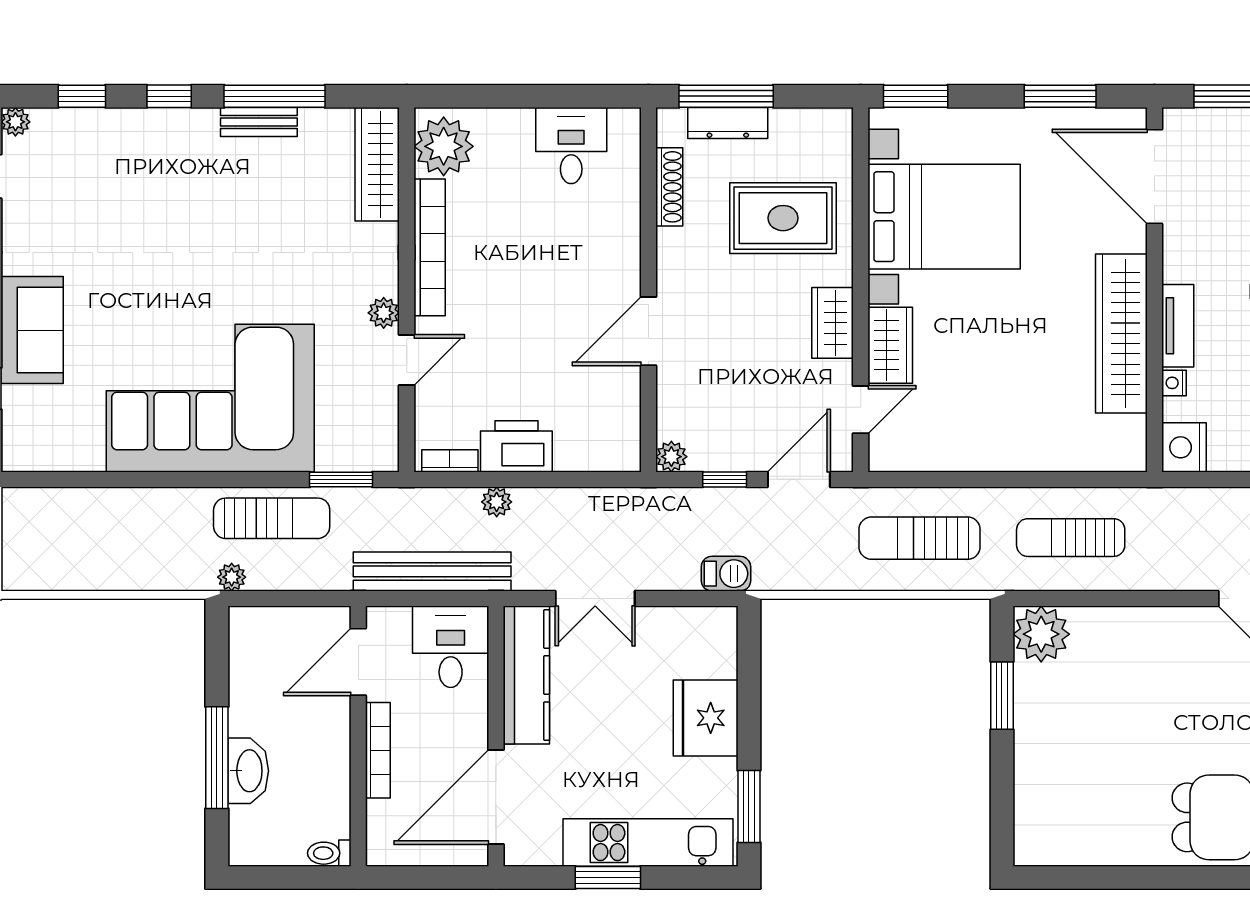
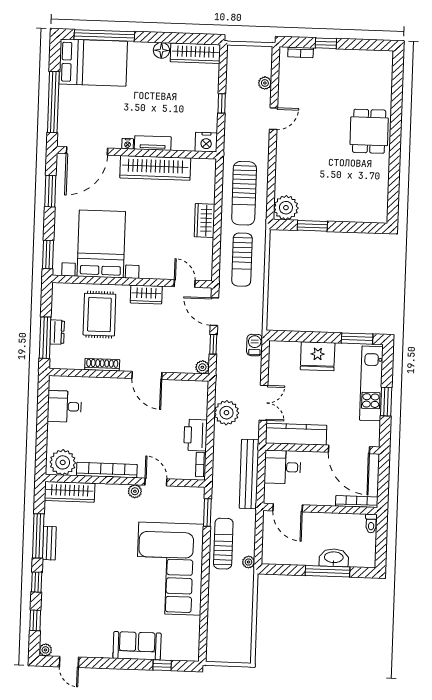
dresser: (728, 123) -> (57, 332), width x0.70
shoe rack: (669, 187) -> (102, 365), moved
wardrobe: (890, 345) -> (205, 220), moved, turned -90
nightstand: (1174, 383) -> (128, 144), moved
plant: (497, 502) -> (226, 413), moved, width x1.87, depth x1.87
sun lounger: (1071, 538) -> (244, 193), width x1.36, depth x1.34
bookcase: (378, 750) -> (357, 502), moved

